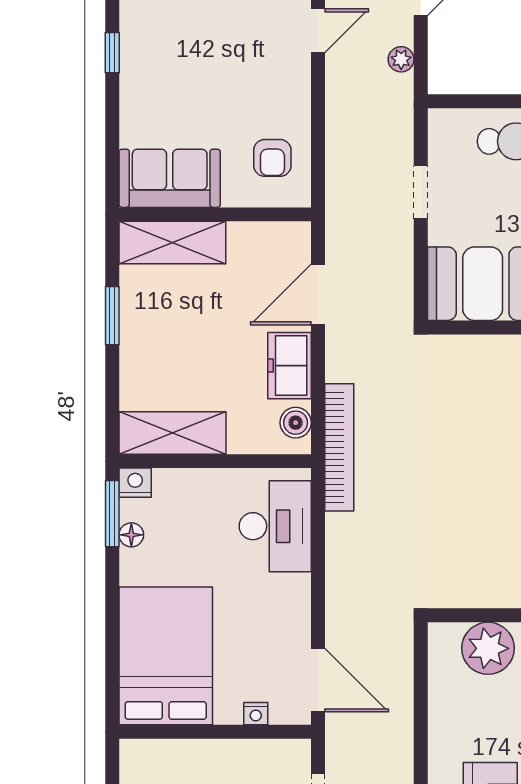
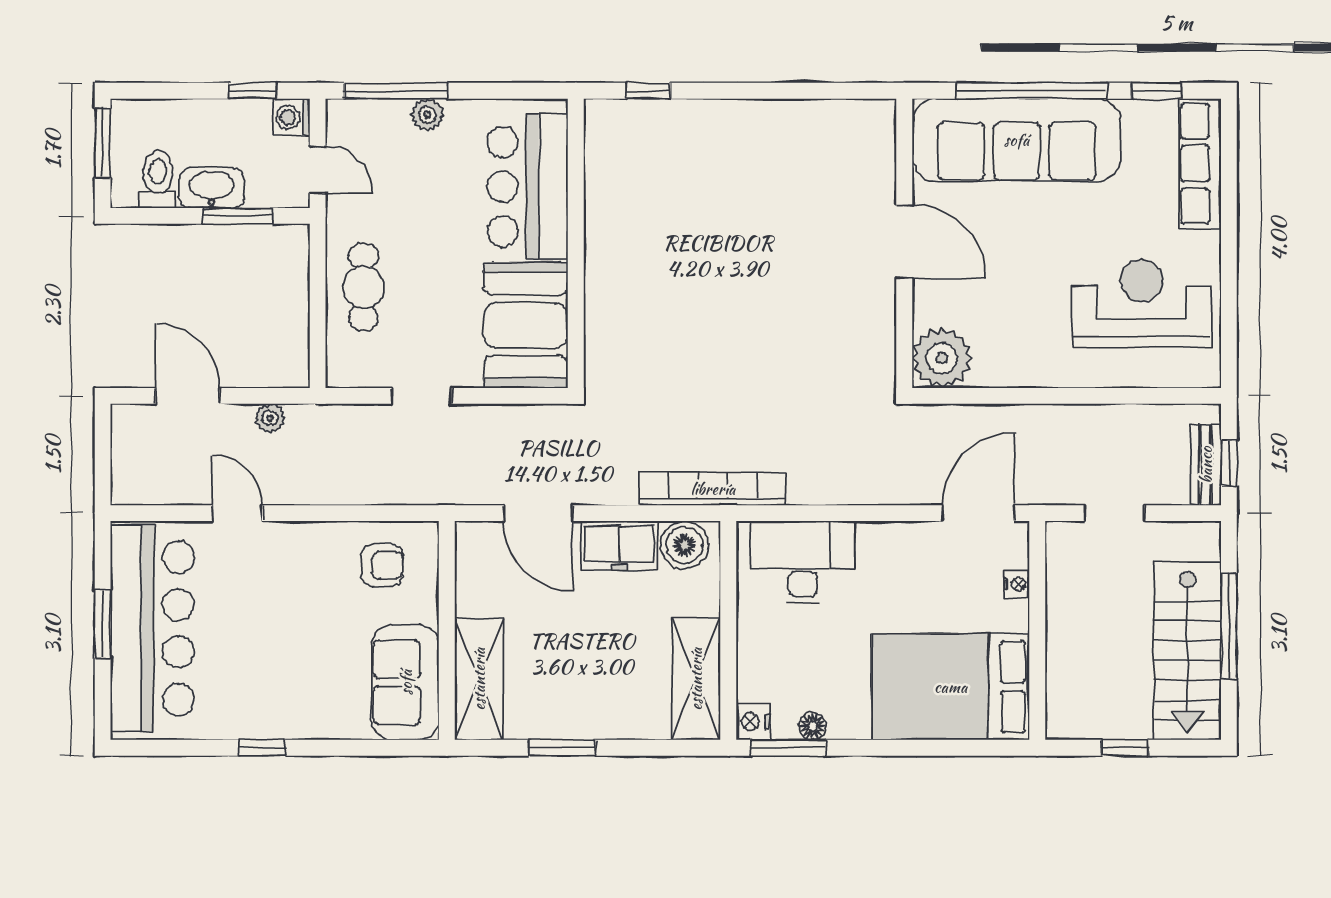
boiler: (296, 423) -> (684, 545), width x1.36, depth x1.36
plant: (488, 648) -> (942, 358), moved

